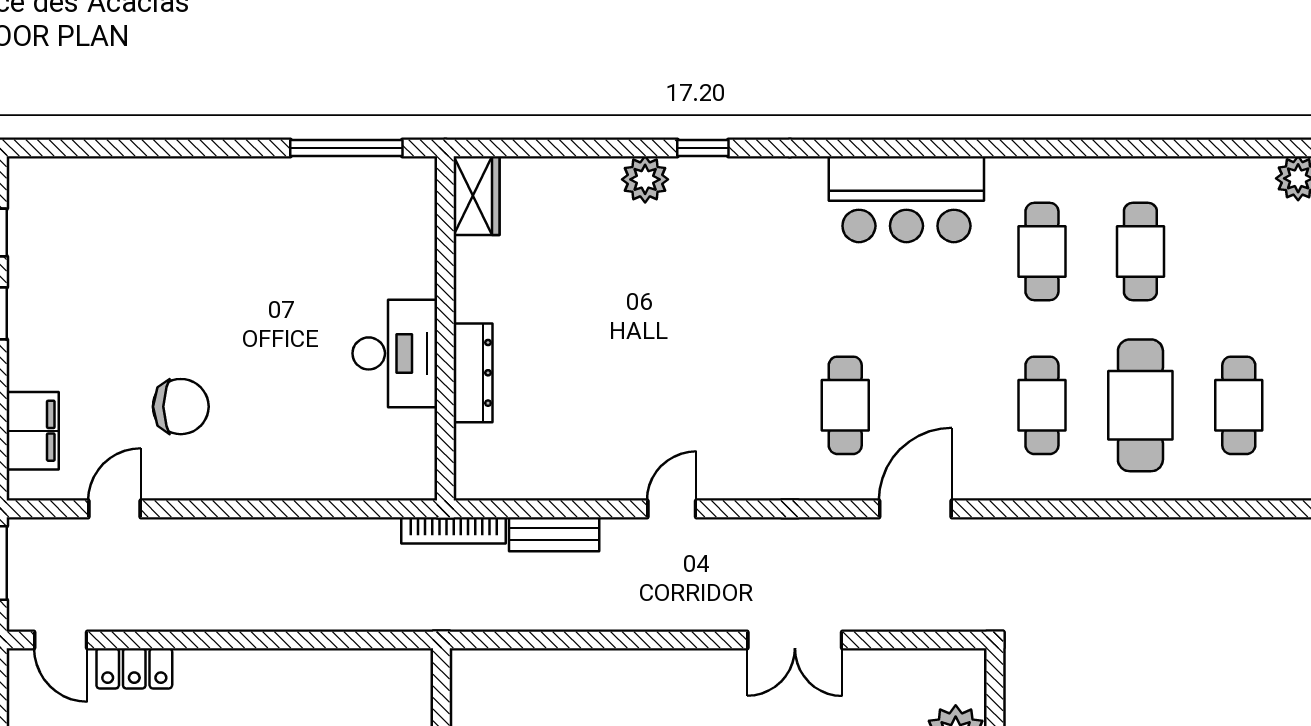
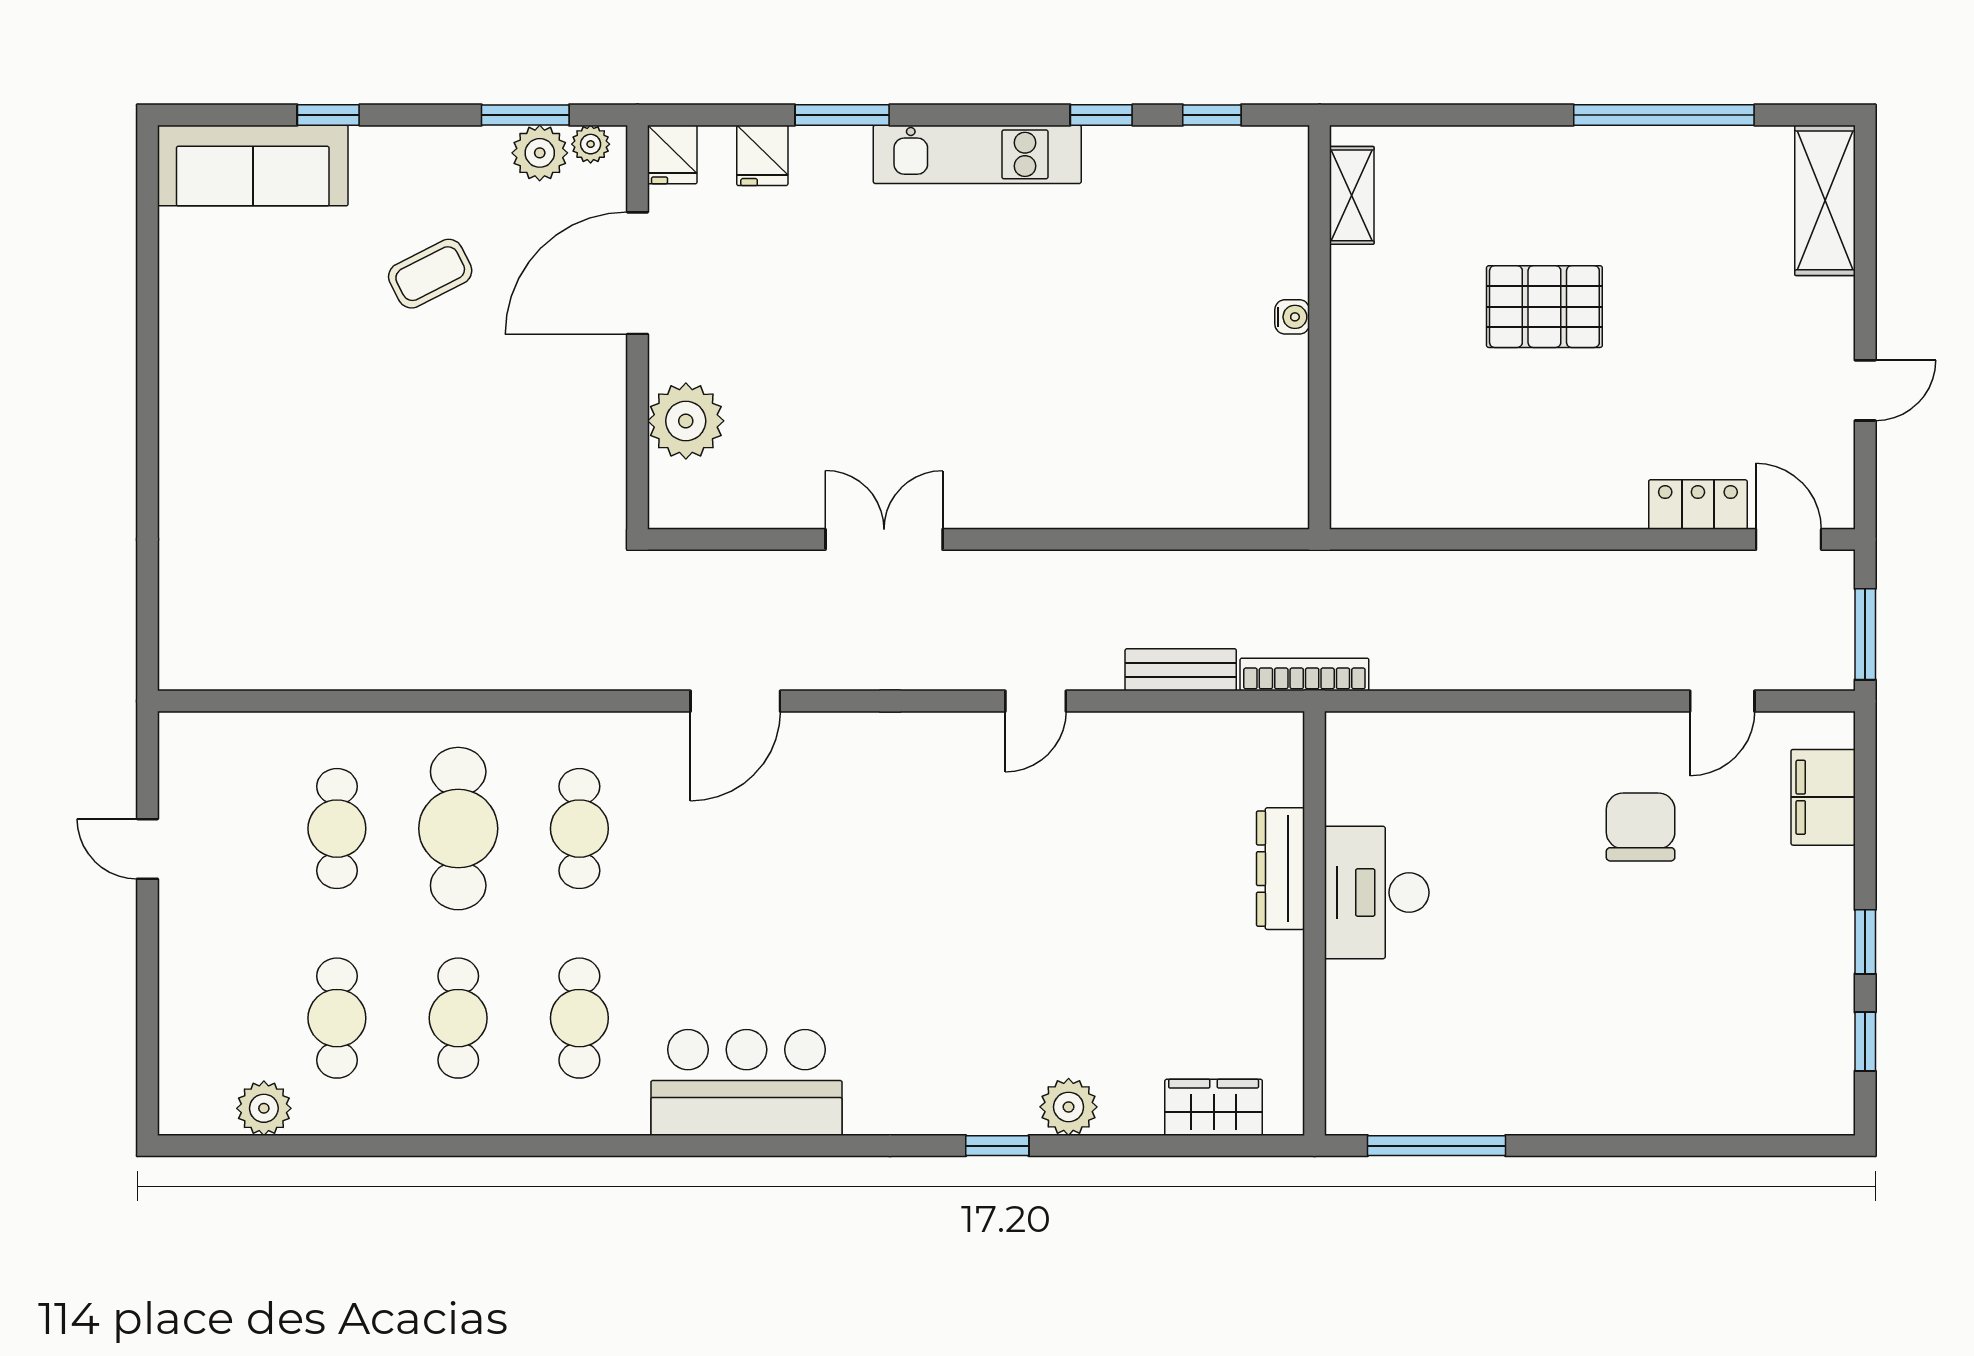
wardrobe: (477, 196) -> (1214, 1107), moved, turned 90
cafe table: (845, 405) -> (337, 1018), moved
chair: (181, 407) -> (1641, 827), turned 90

